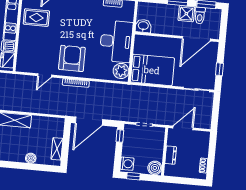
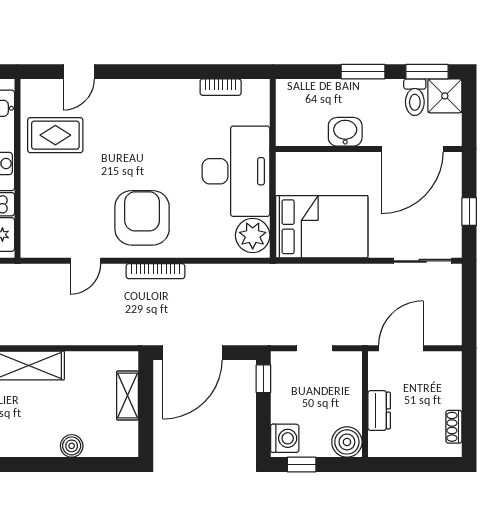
shower: (186, 14) -> (445, 96), moved
washbasin: (143, 26) -> (345, 132), moved
shelving: (57, 149) -> (128, 396), moved

